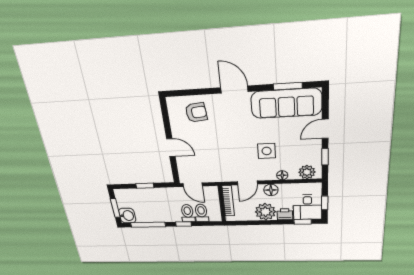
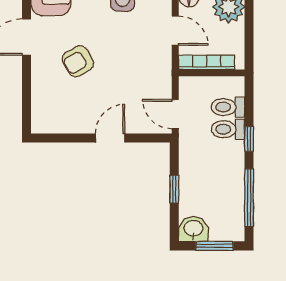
armchair: (196, 112) -> (78, 61), moved, turned -113
door: (193, 185) -> (175, 114), swing flipped
washbasin: (127, 216) -> (193, 229), moved

